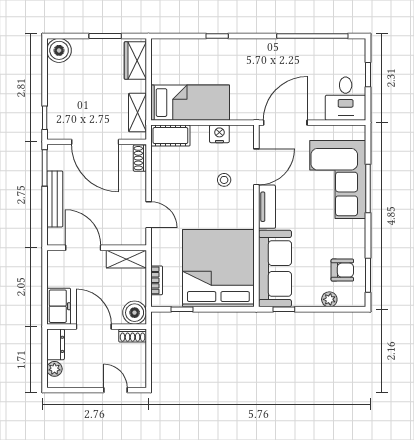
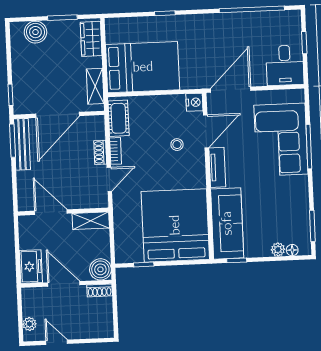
boiler: (59, 50) -> (35, 32), moved
bed: (190, 103) -> (143, 67), width x1.50
nightstand: (219, 134) -> (194, 102), moved, turned 90
cot: (170, 136) -> (119, 118), moved, turned 90
door: (95, 142) -> (57, 115), hinge flipped
shoe rack: (140, 158) -> (100, 152), moved
bench: (55, 199) -> (22, 144), moved
door: (149, 215) -> (109, 179), hinge flipped
armchair: (342, 270) -> (289, 222), removed
bookcase: (157, 280) -> (116, 151), moved
floor lamp: (345, 301) -> (292, 250), added
dresser: (56, 344) -> (30, 302), removed
door: (116, 390) -> (57, 342), moved

